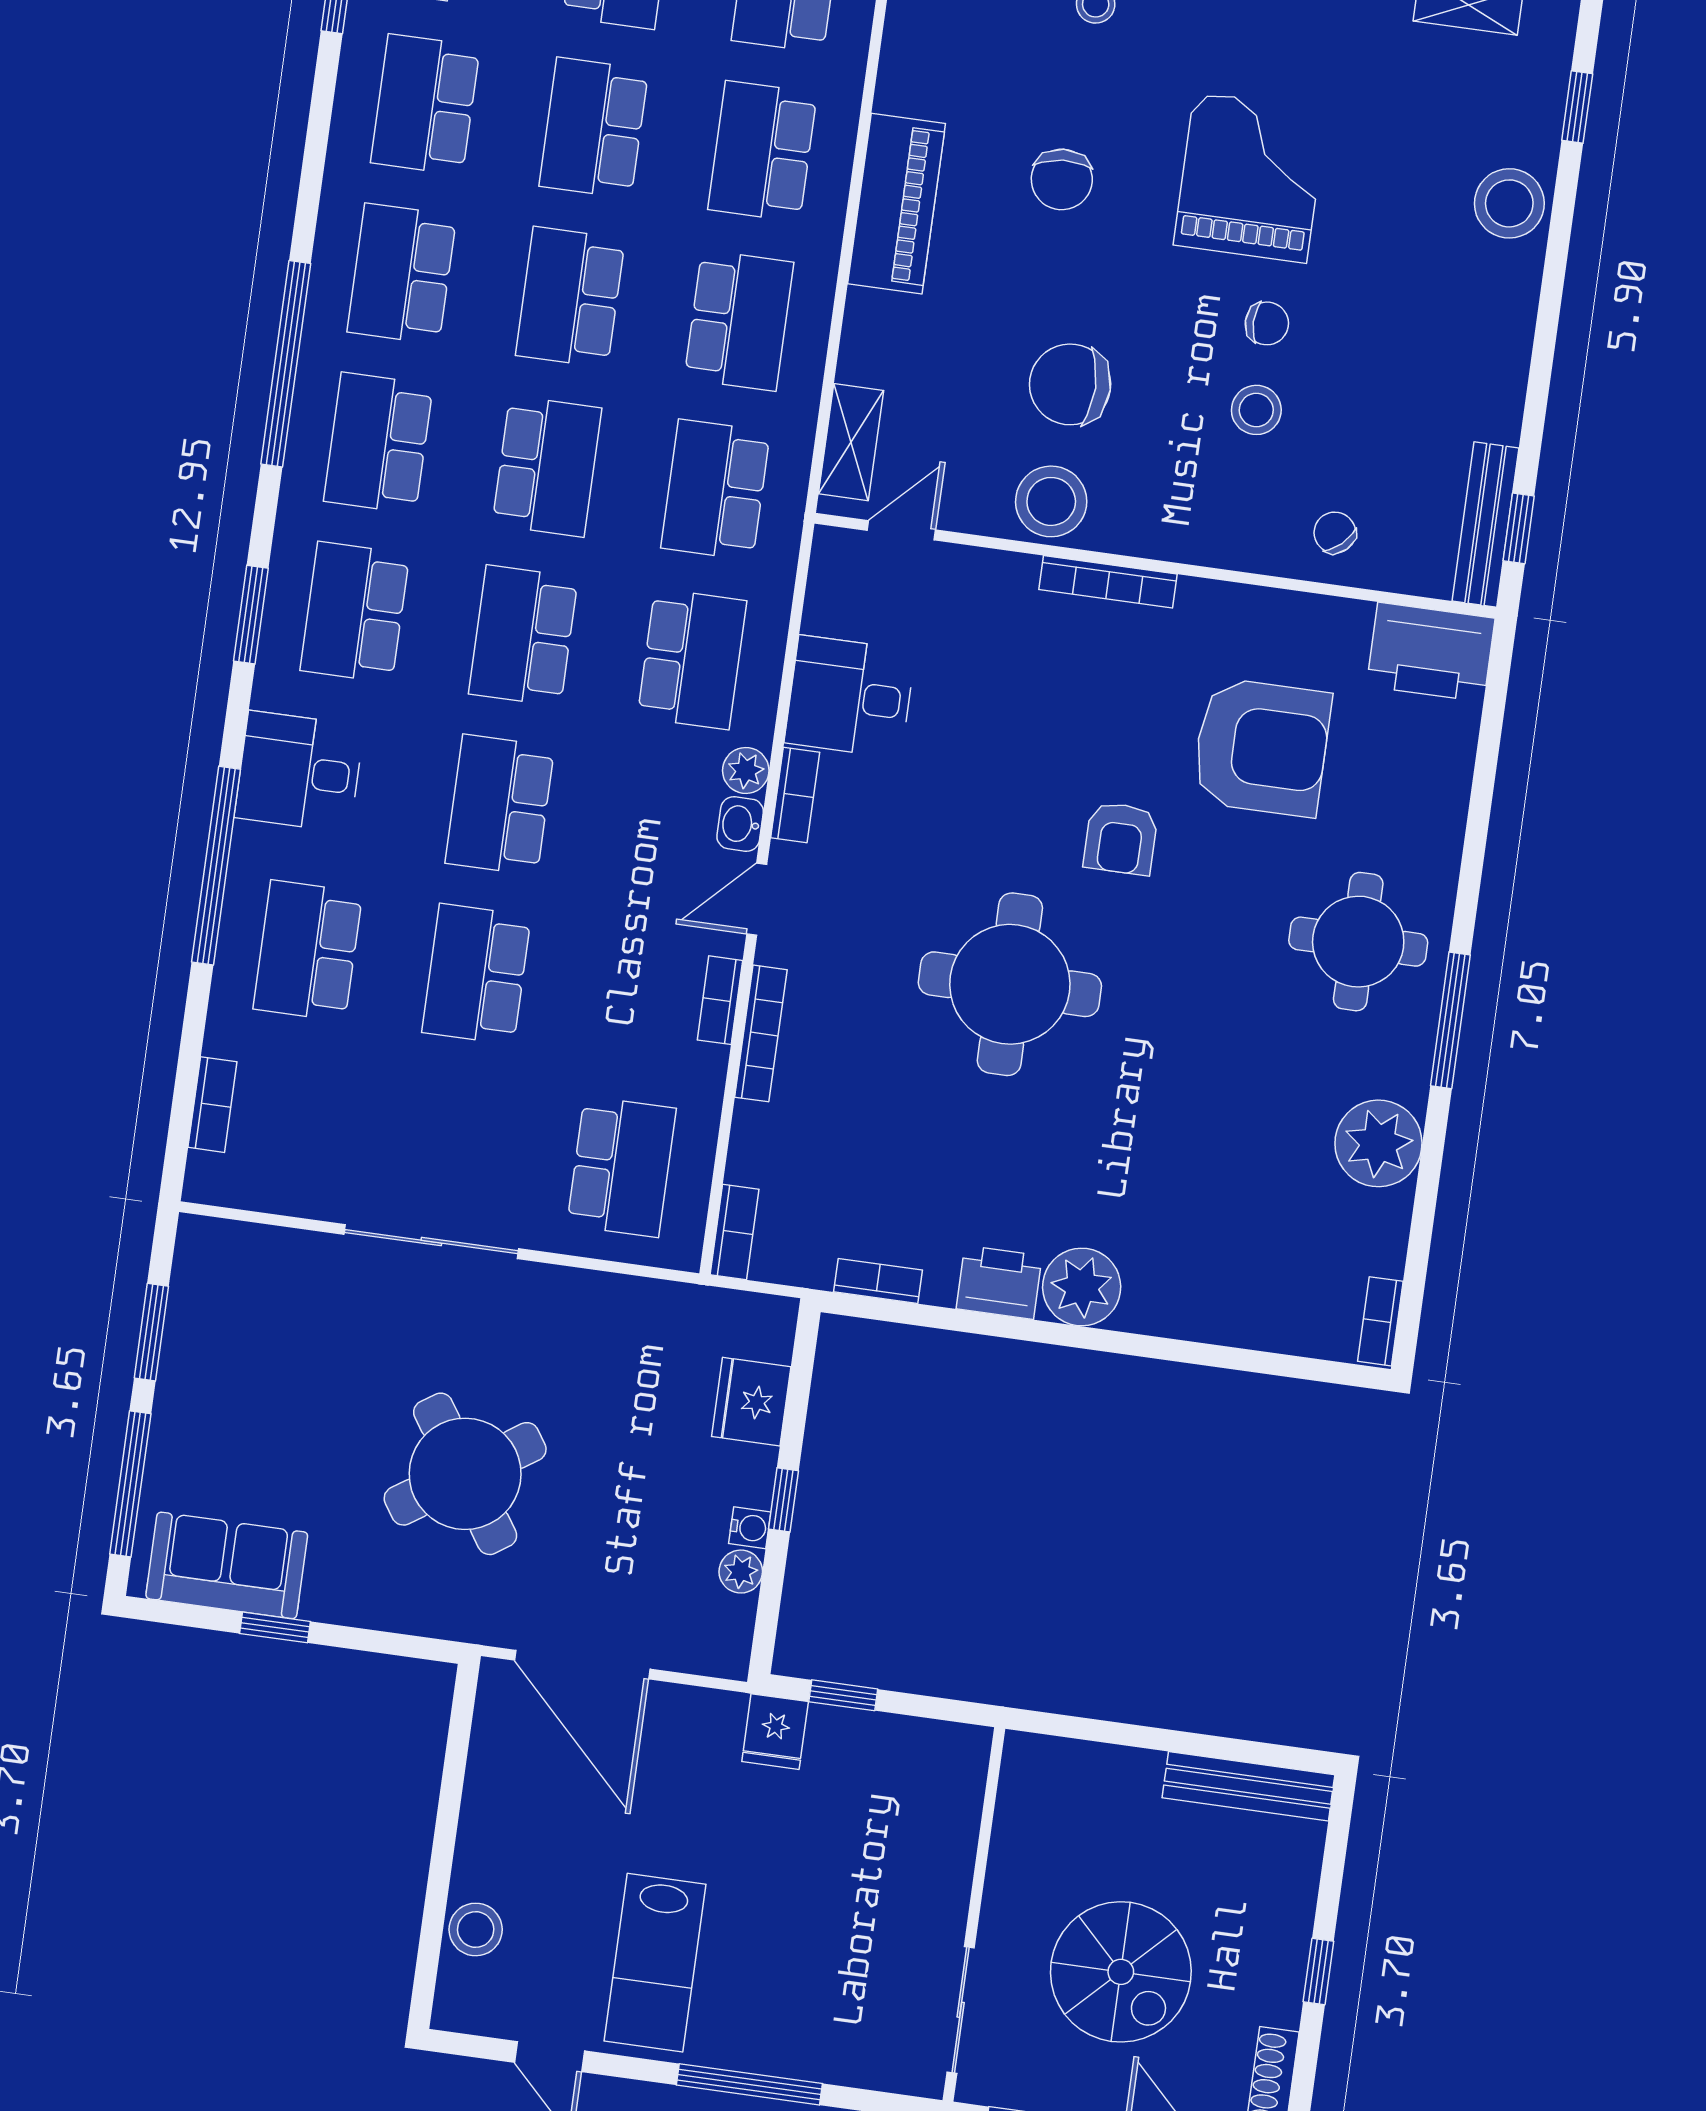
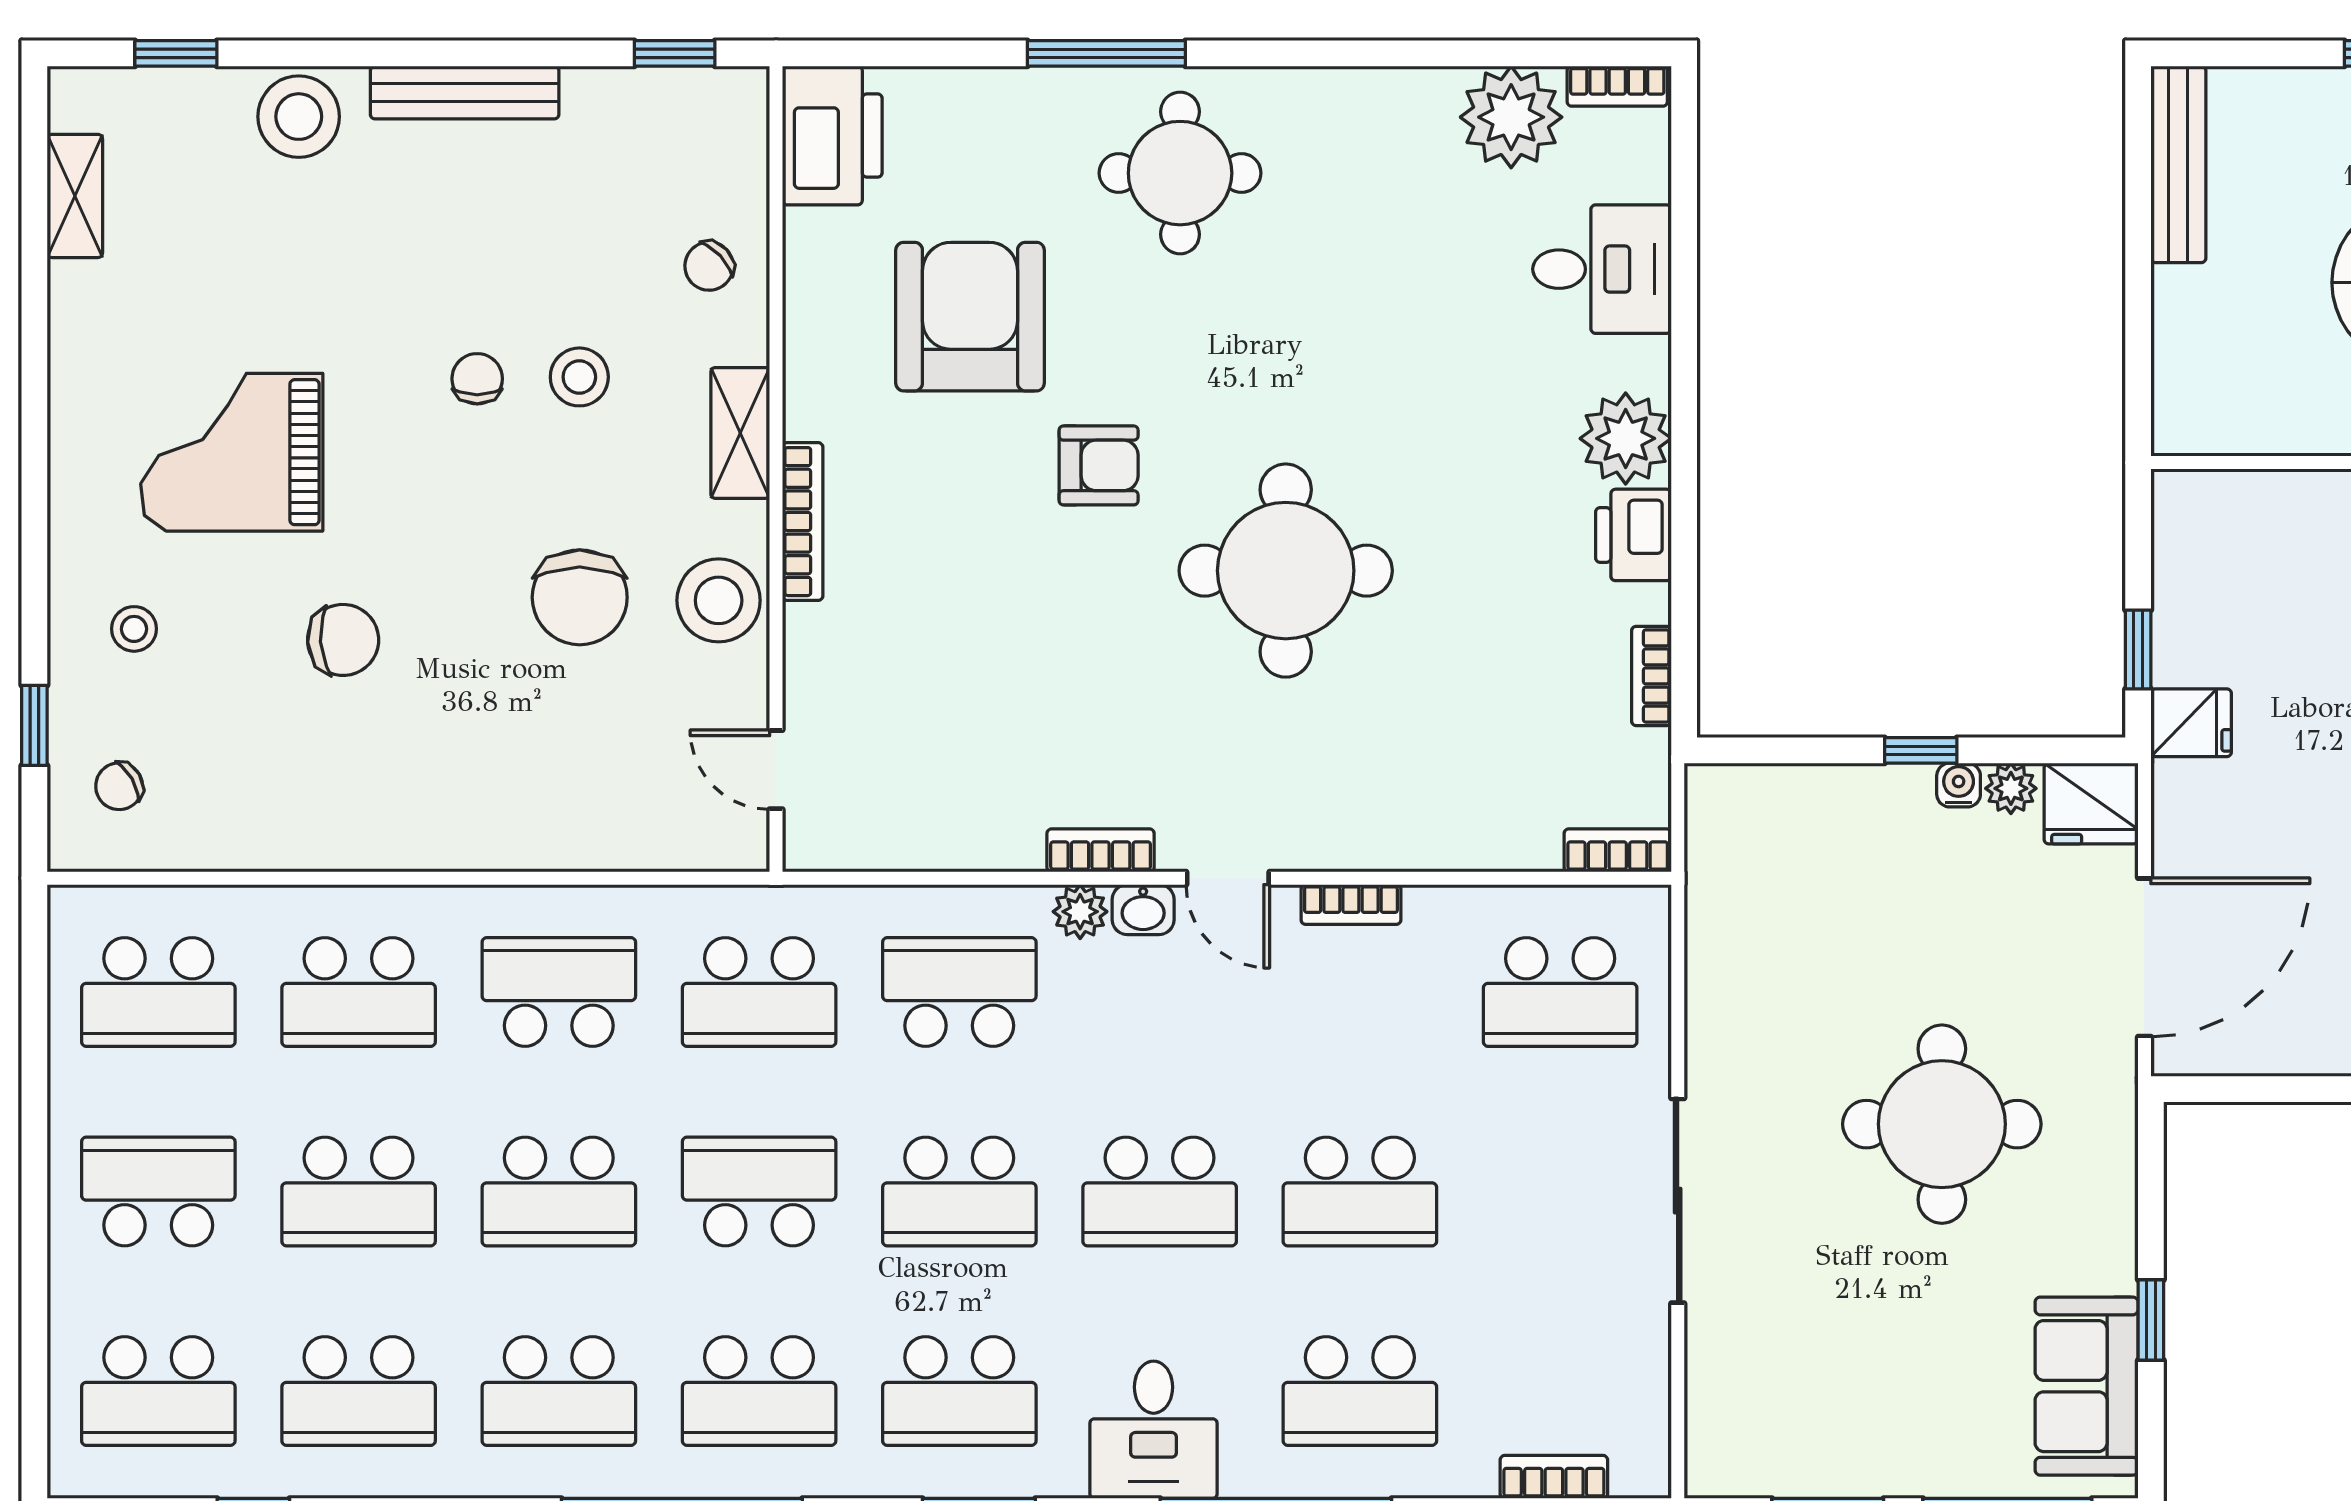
grand piano: (1250, 177) -> (232, 452), moved
piano: (897, 204) -> (398, 828), removed
shelving: (851, 442) -> (740, 433), moved, turned 90
bench: (1485, 525) -> (465, 93), moved
desk: (850, 697) -> (1602, 269), moved, turned -90
window: (1450, 1020) -> (1106, 53), moved
bookcase: (761, 1033) -> (1383, 852), removed
plant: (1378, 1143) -> (1511, 117), moved
school desk: (622, 1167) -> (1560, 992), turned 180
fridge: (751, 1402) -> (2091, 804), moved
round table: (465, 1474) -> (1942, 1124), turned 34

